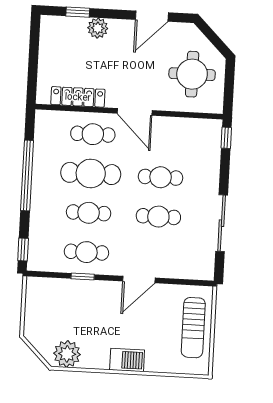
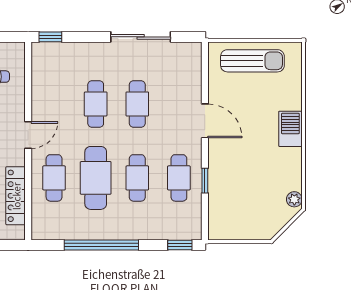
door: (135, 112) -> (28, 135), width x0.73
plant: (67, 354) -> (294, 199), width x0.53, depth x0.53

